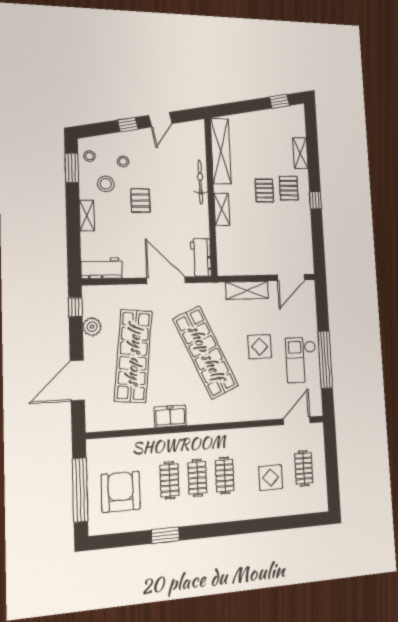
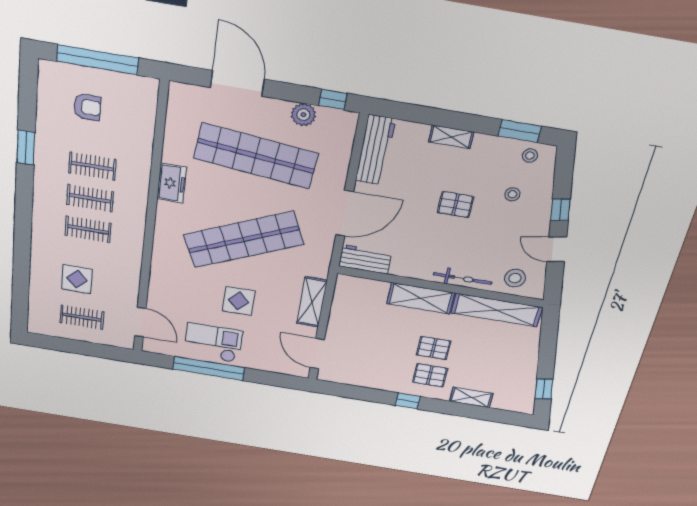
stool: (106, 184) -> (515, 278), moved
shelving: (222, 209) -> (421, 298), width x1.50, depth x1.33
workbench: (102, 268) -> (375, 150), width x1.37
armchair: (121, 492) -> (87, 107), width x0.53, depth x0.53

